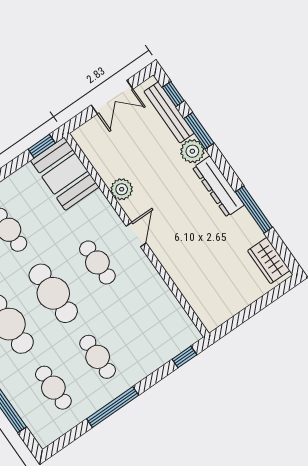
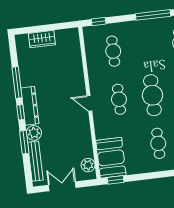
window: (173, 94) -> (21, 112), moved
plant: (122, 189) -> (88, 165), moved
door: (136, 235) -> (89, 103), hinge flipped
wardrobe: (269, 261) -> (42, 39), moved, turned 90
cafe table: (98, 357) -> (113, 51), moved

